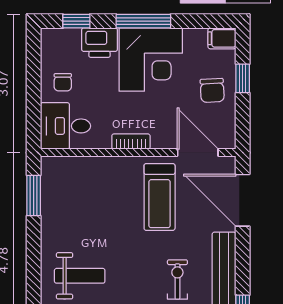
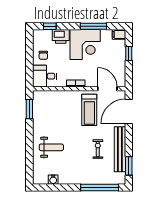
window: (143, 21) -> (93, 26), moved
chair: (212, 90) -> (114, 59), removed
door: (243, 200) -> (129, 111), hinge flipped

